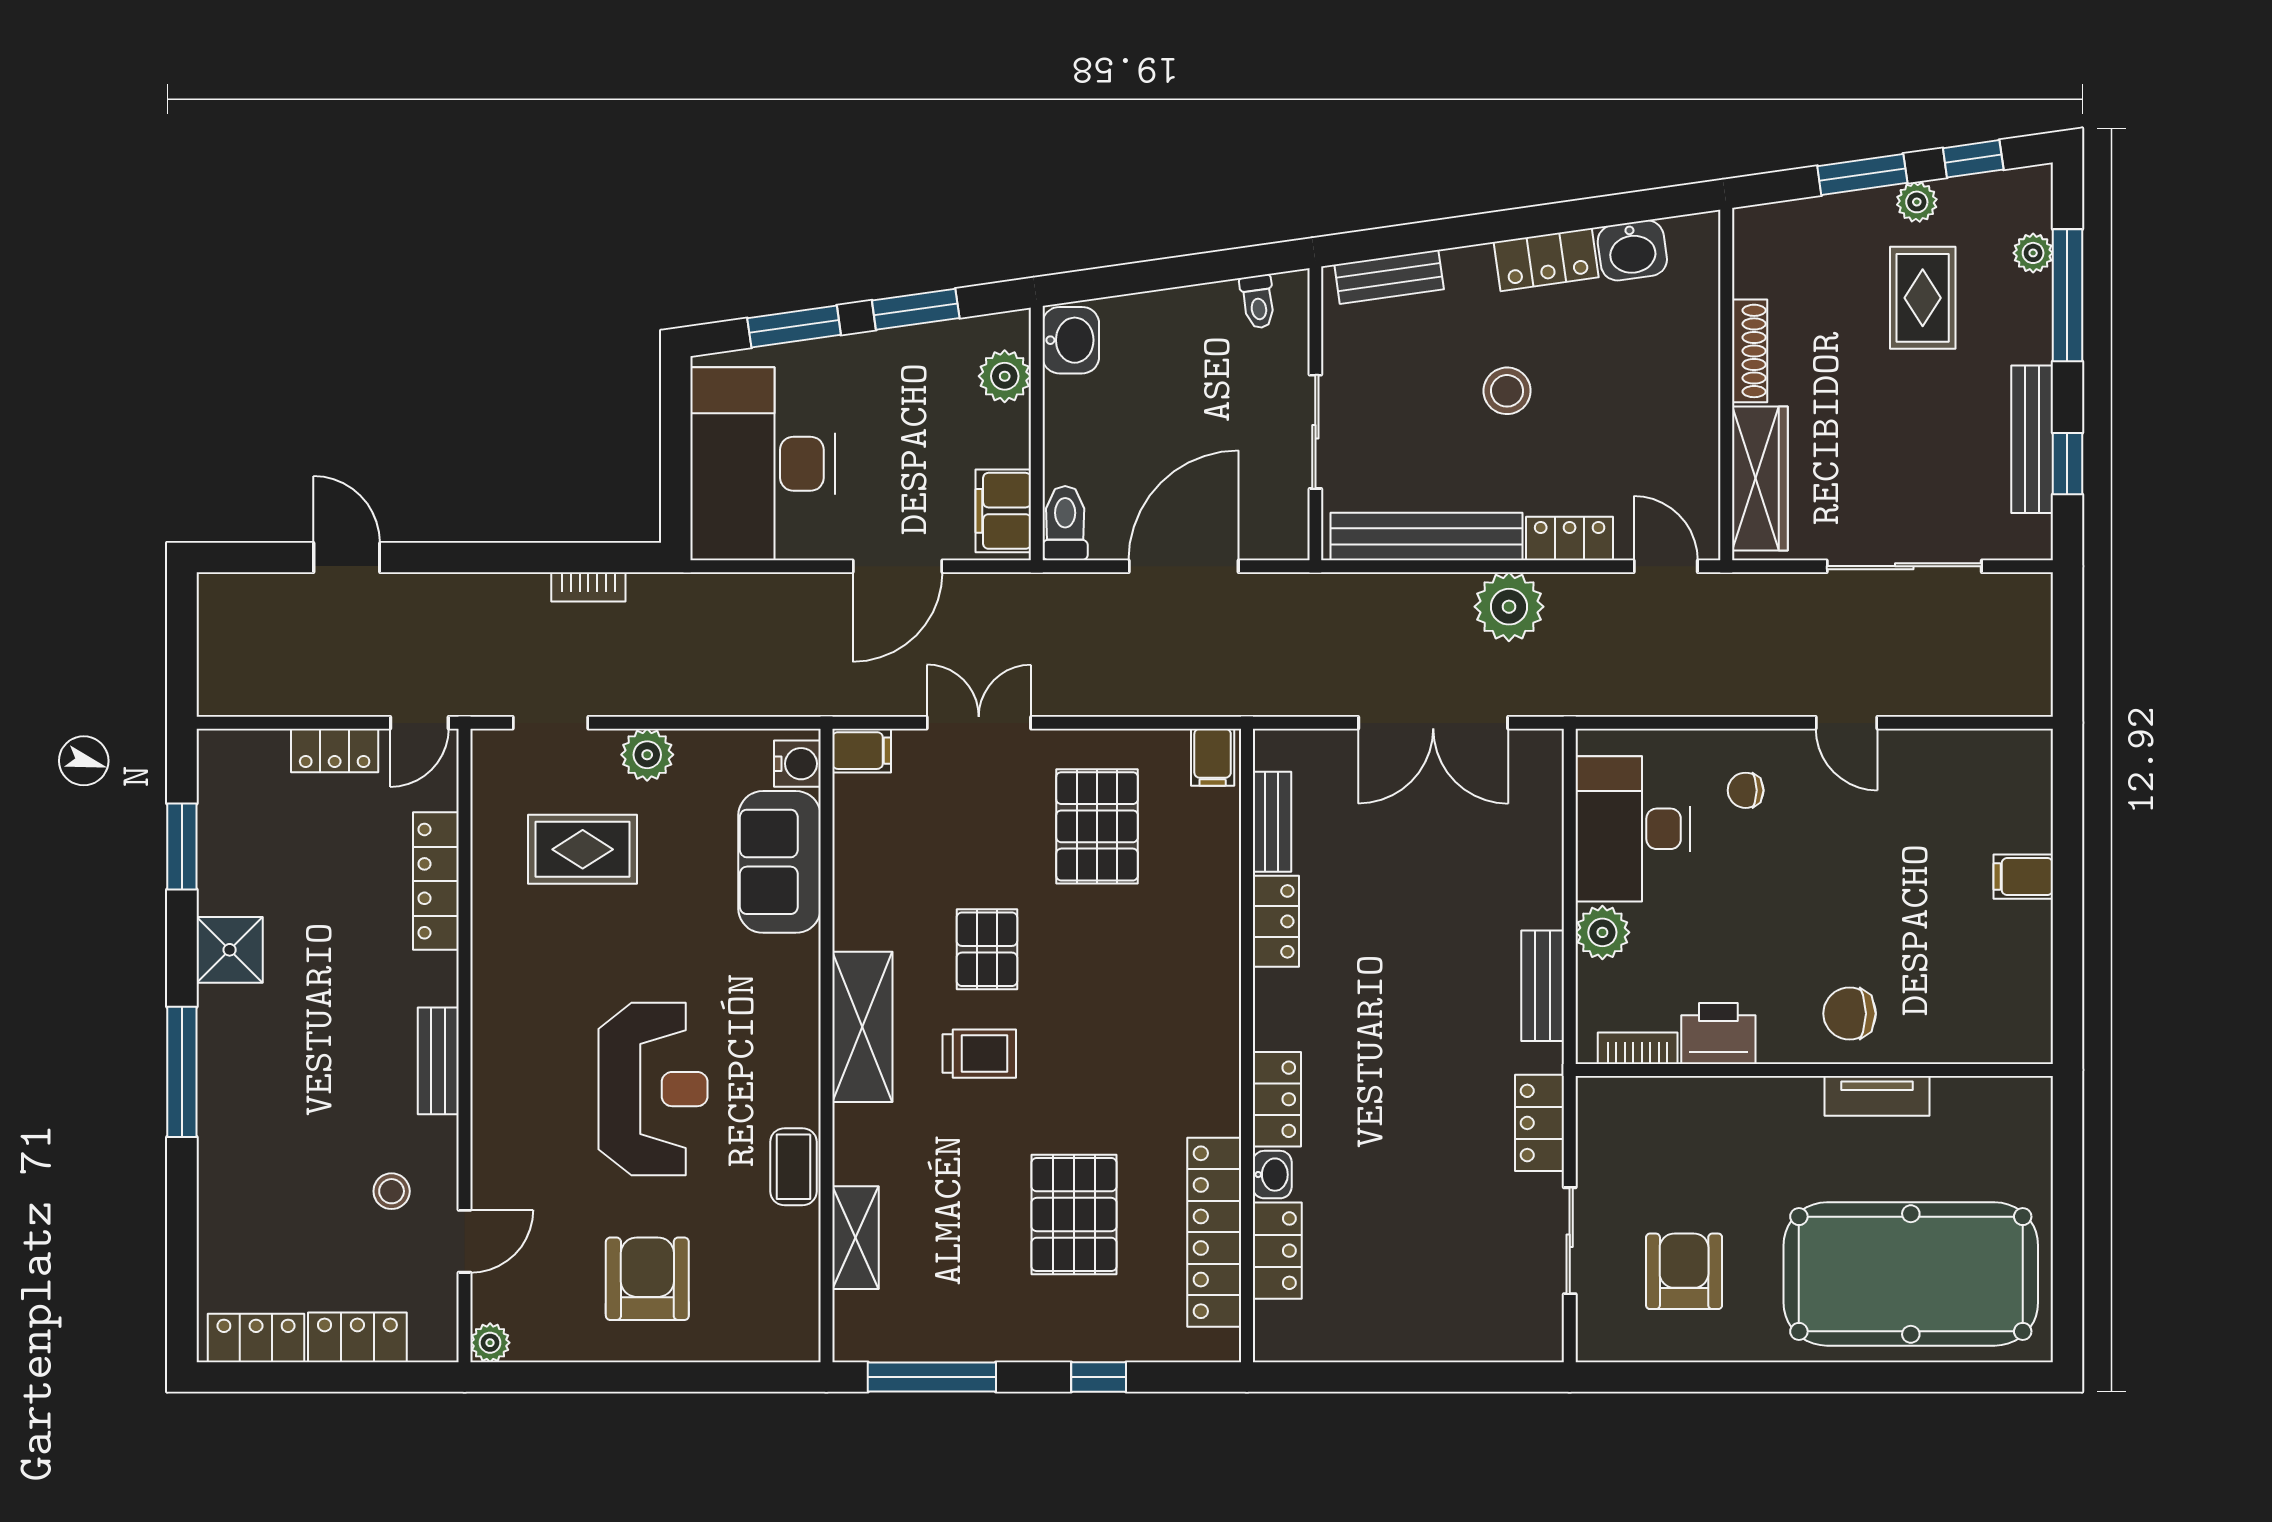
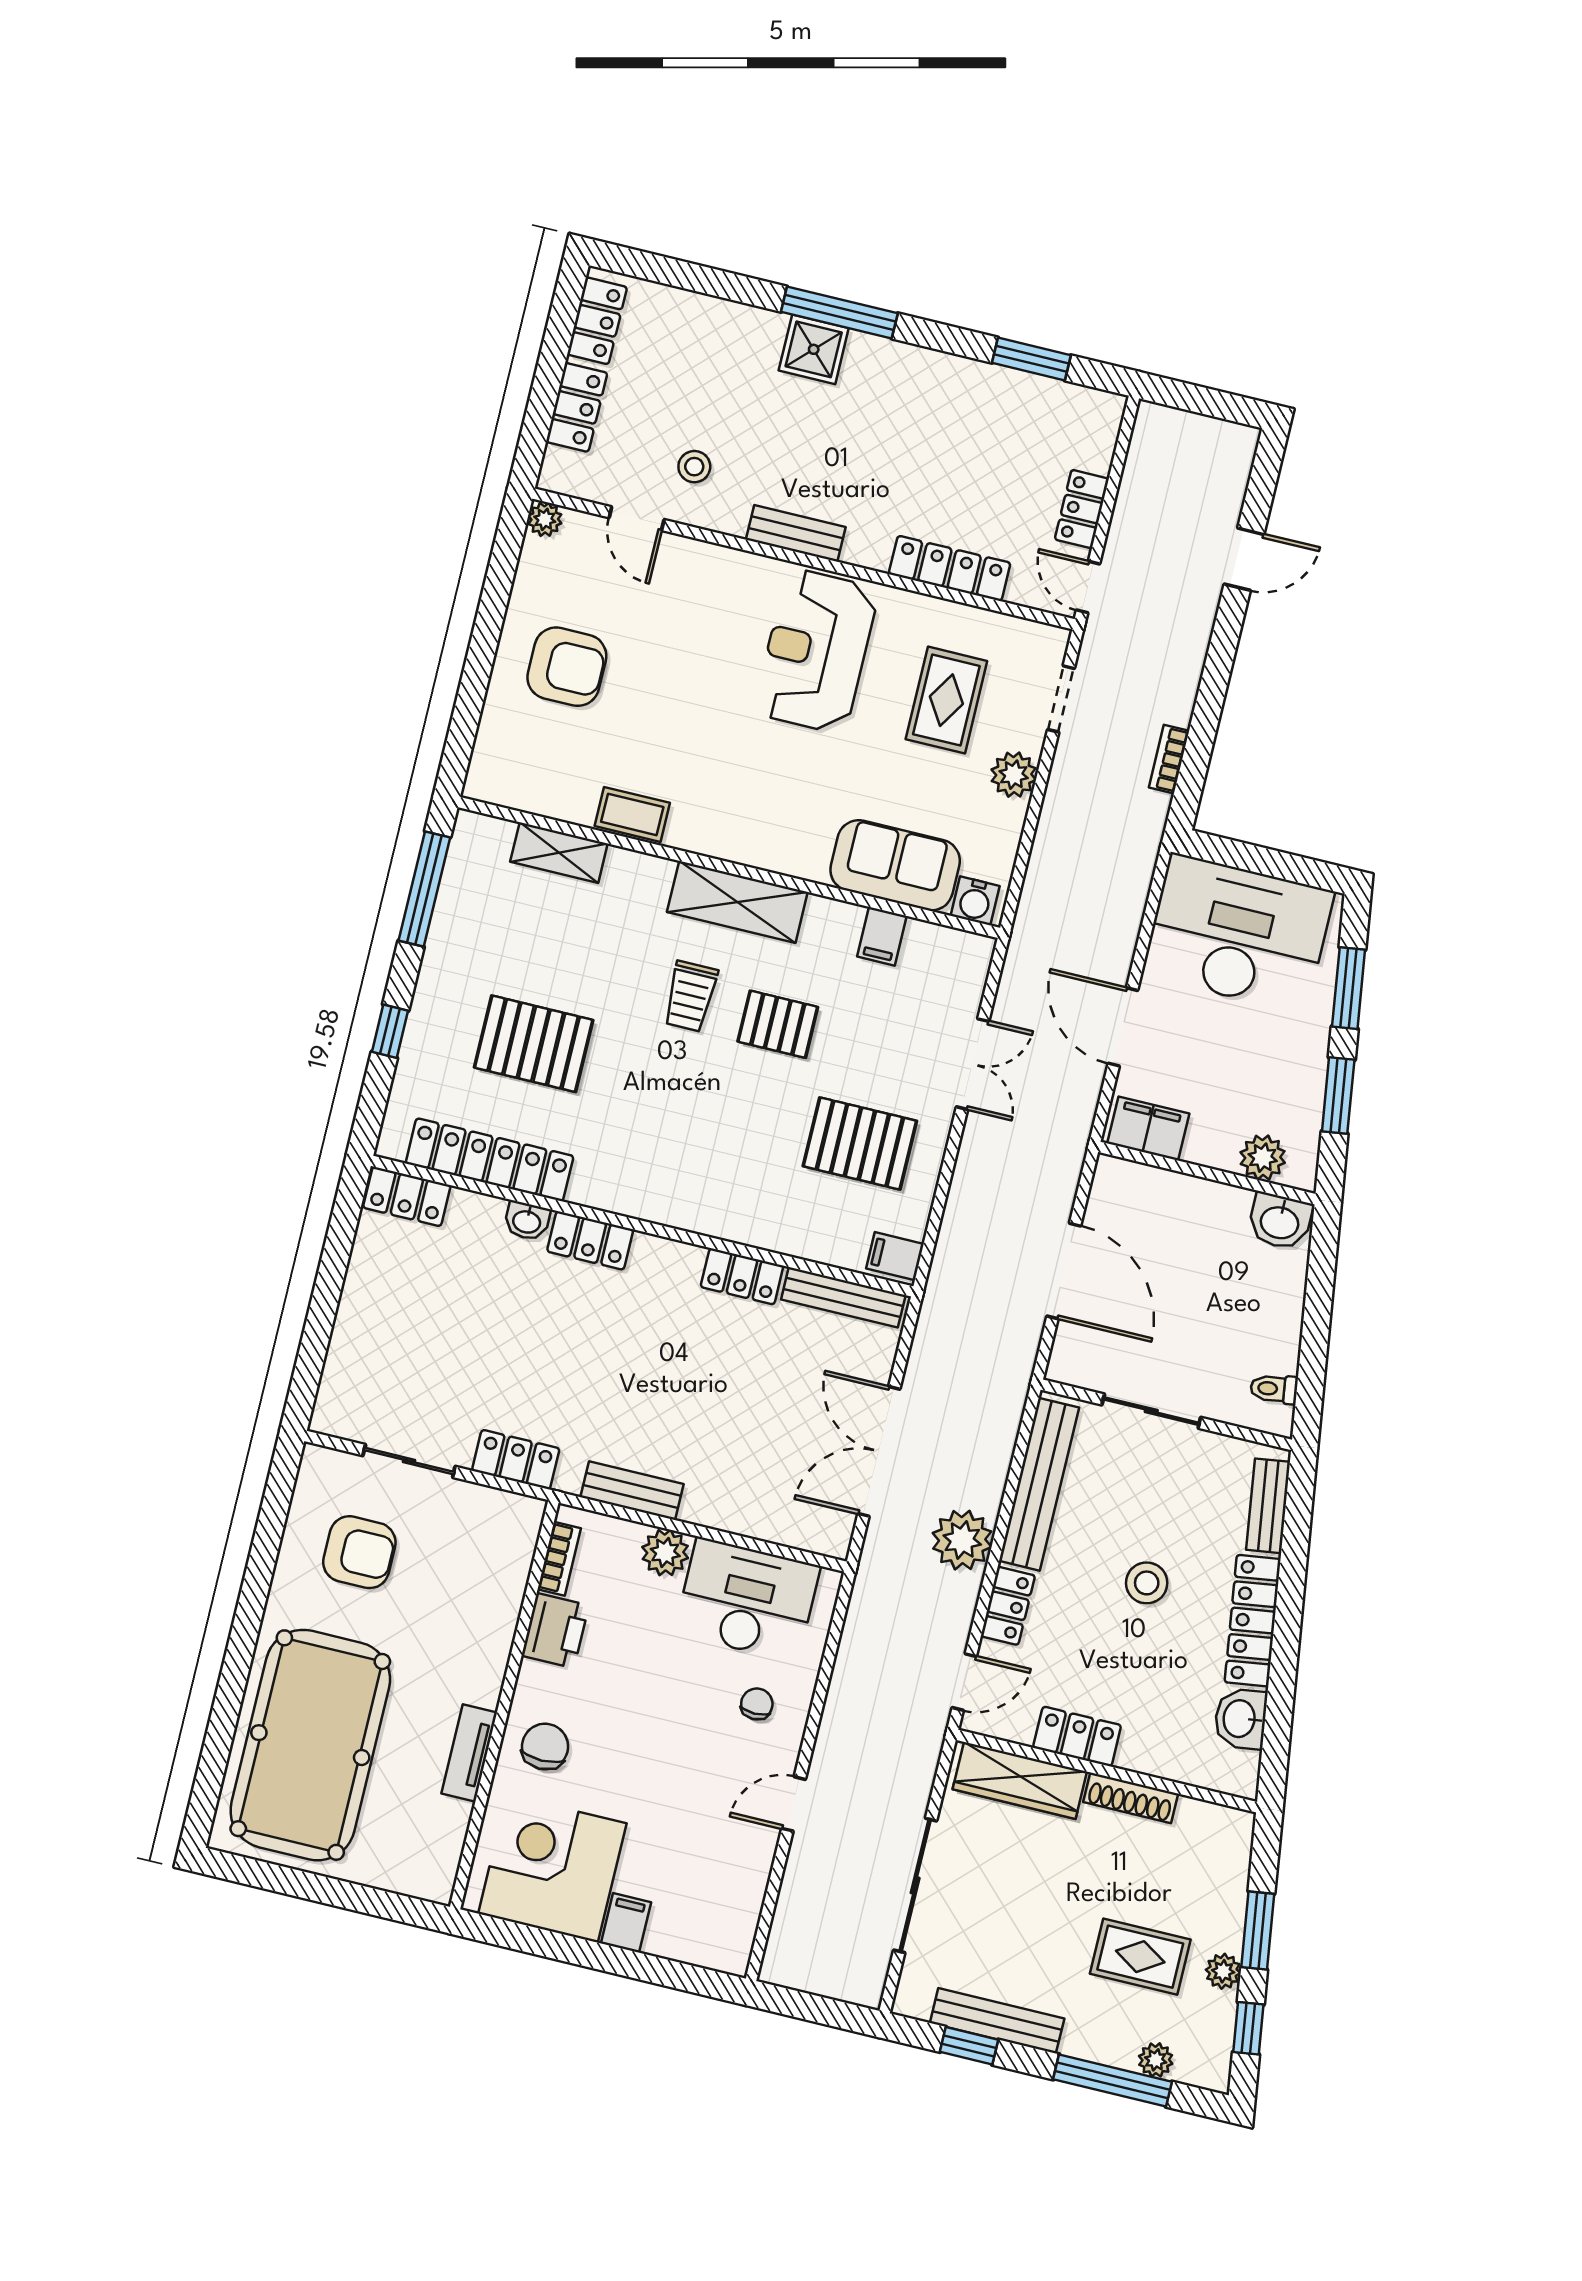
locker: (1546, 260) -> (1253, 1621), width x1.53
locker: (1696, 427) -> (1077, 1736), added
toilet: (1065, 523) -> (1125, 1179), removed
filing cabinet: (862, 751) -> (882, 936), moved
bench: (1272, 822) -> (843, 1297), width x1.36
shower: (230, 950) -> (814, 349), moved
corner desk: (1983, 973) -> (552, 1869), added
reception desk: (653, 1089) -> (816, 651), moved, turned 90
locker: (1277, 1251) -> (407, 1196), moved

